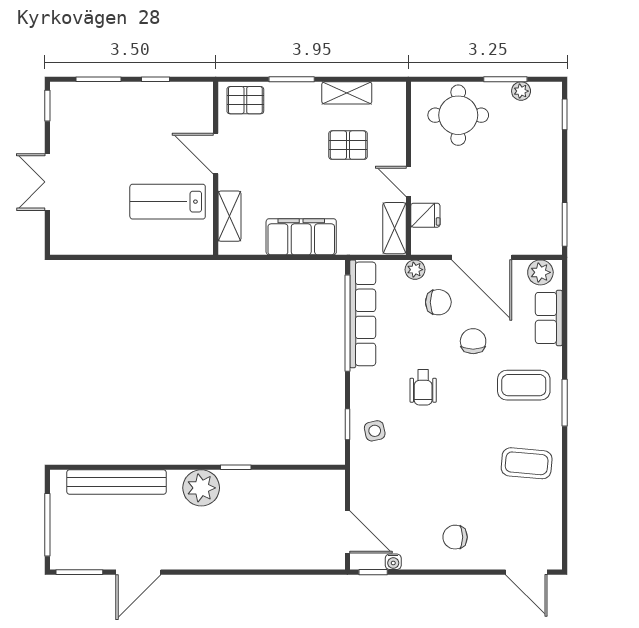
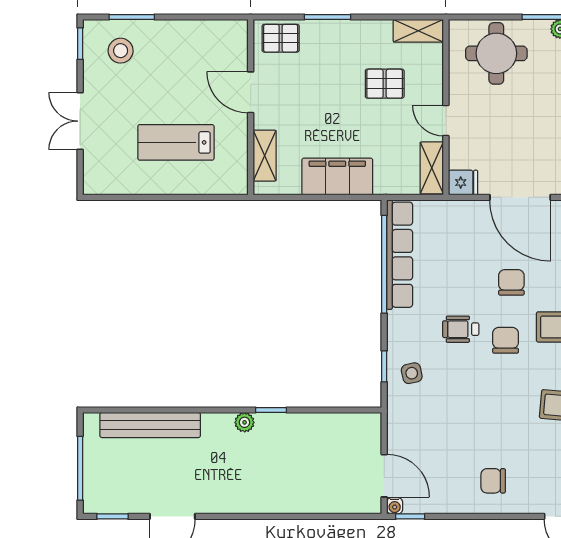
window: (155, 79) -> (190, 17), removed
shelving: (347, 93) -> (418, 31), moved
stool: (87, 112) -> (121, 51), added
lab bench: (168, 202) -> (176, 142), moved
fridge: (425, 215) -> (463, 183), moved
plant: (415, 270) -> (453, 210), removed
chair: (438, 302) -> (506, 340), moved, turned -90
wheelchair: (423, 387) -> (461, 329), turned 90
plant: (201, 488) -> (245, 422), width x0.53, depth x0.53
water cooler: (393, 562) -> (395, 506), moved
window: (79, 572) -> (113, 516), width x0.67

